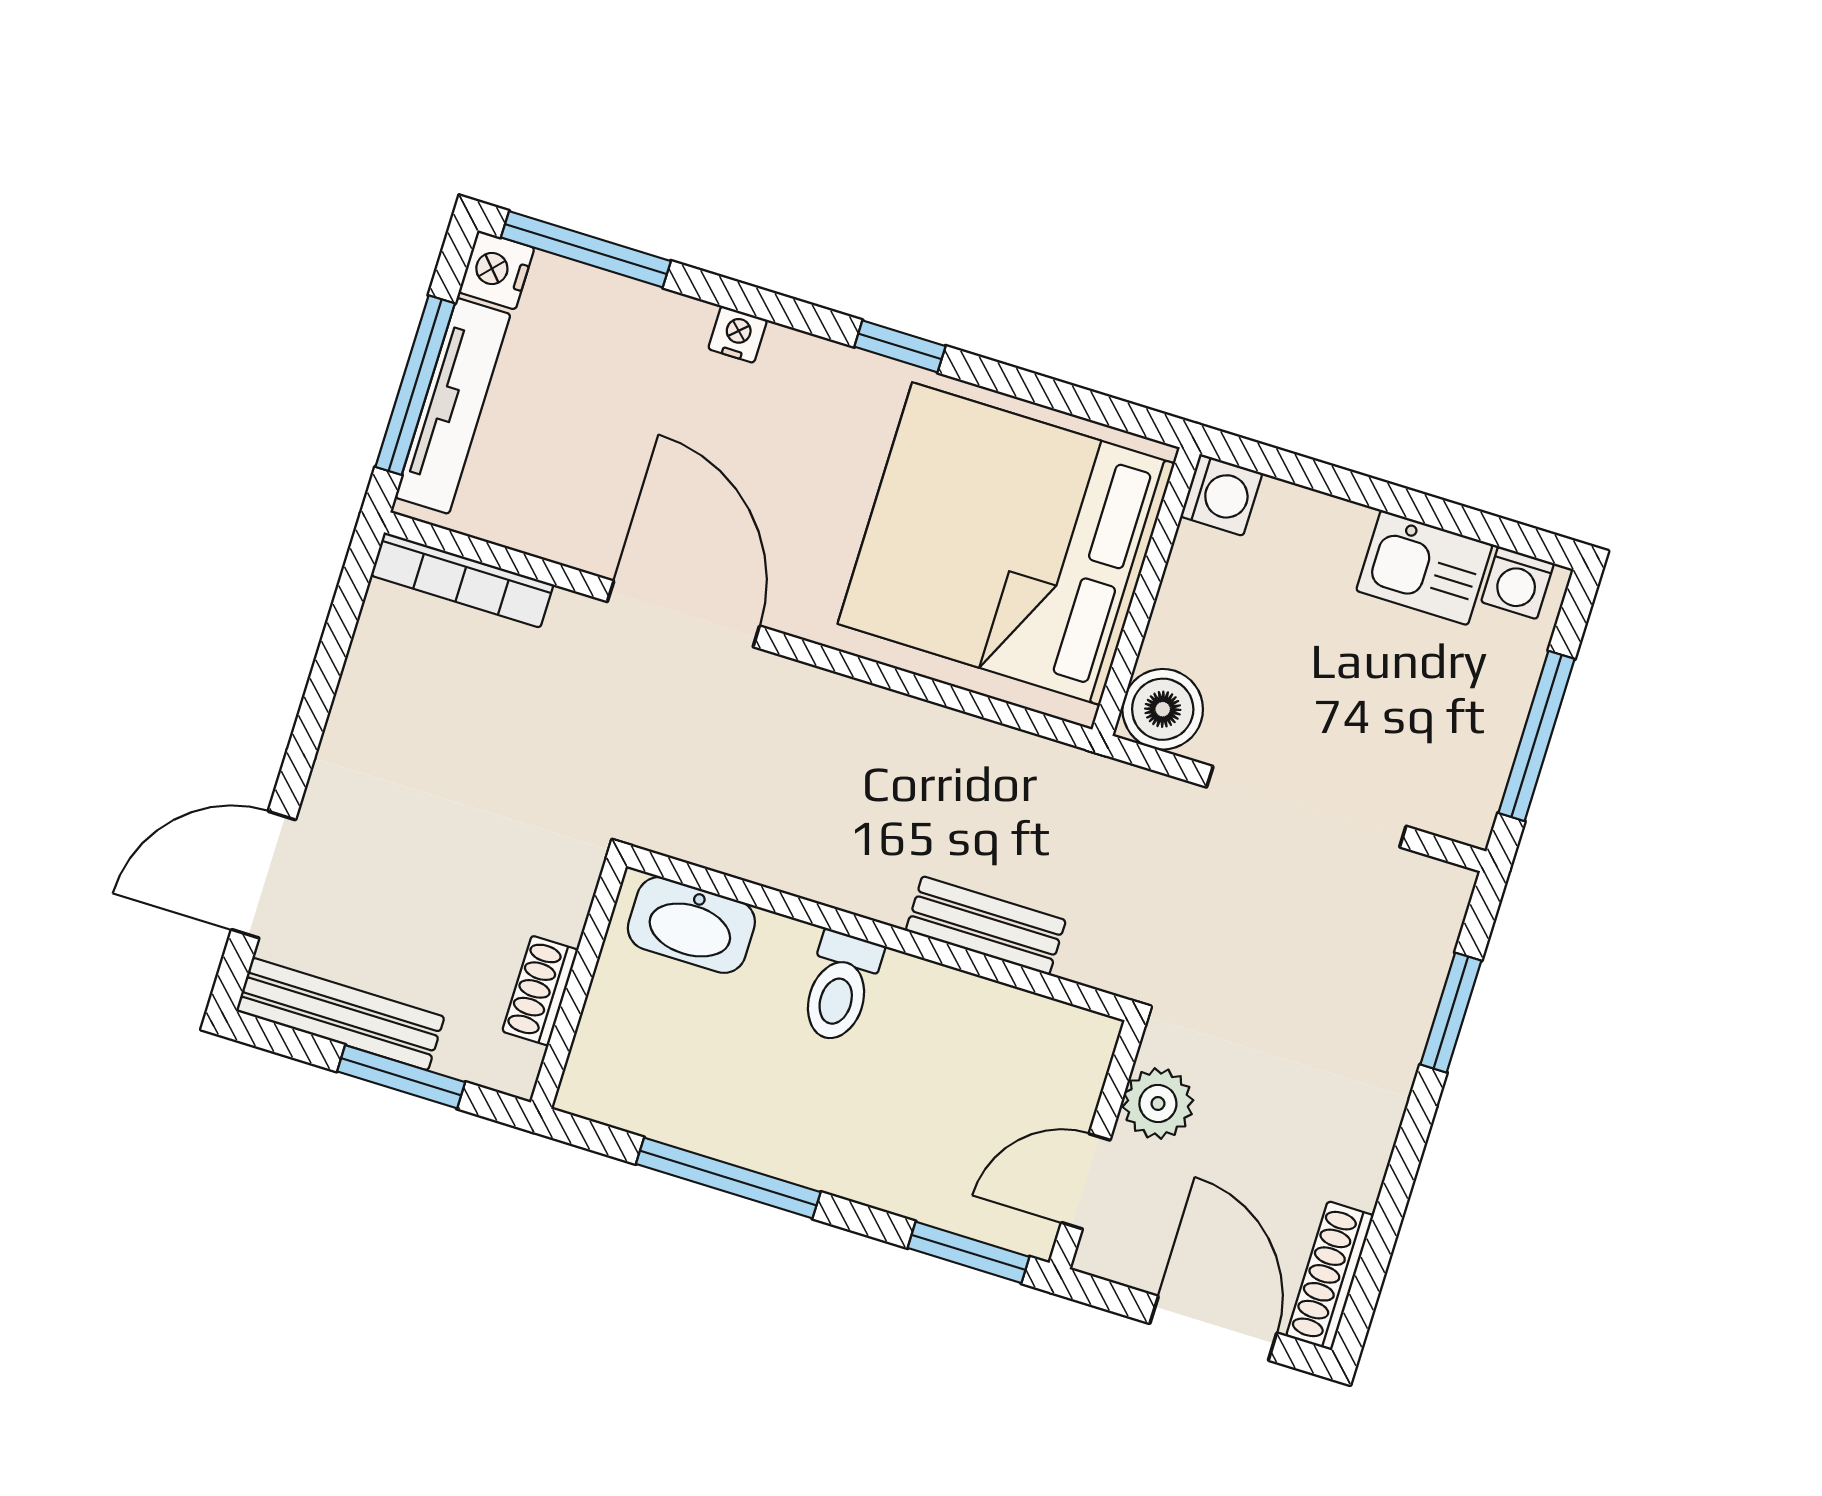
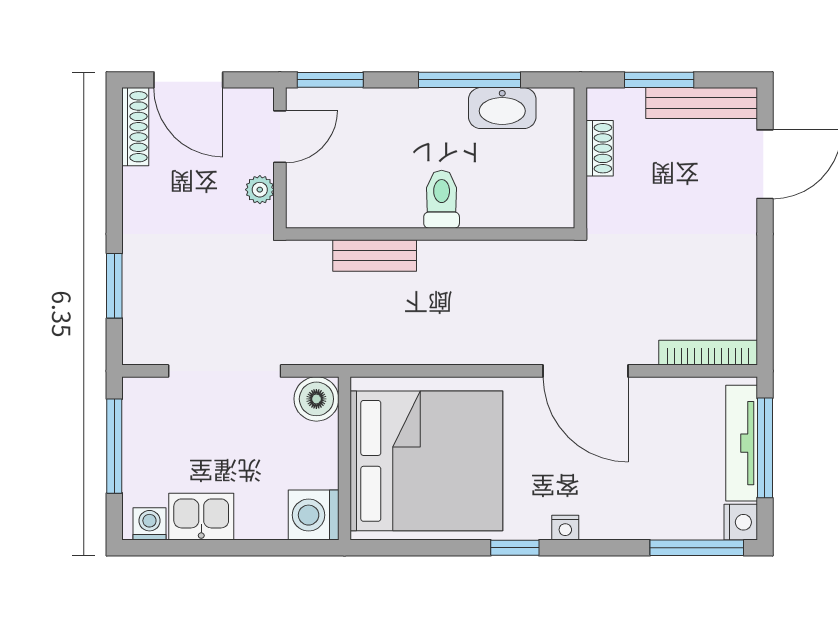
nightstand: (738, 334) -> (565, 528), moved
washing machine: (1221, 495) -> (314, 515), width x1.38, depth x1.38
washbasin: (691, 925) -> (502, 108), moved, turned 180
plant: (1158, 1103) -> (260, 190), width x0.73, depth x0.73

